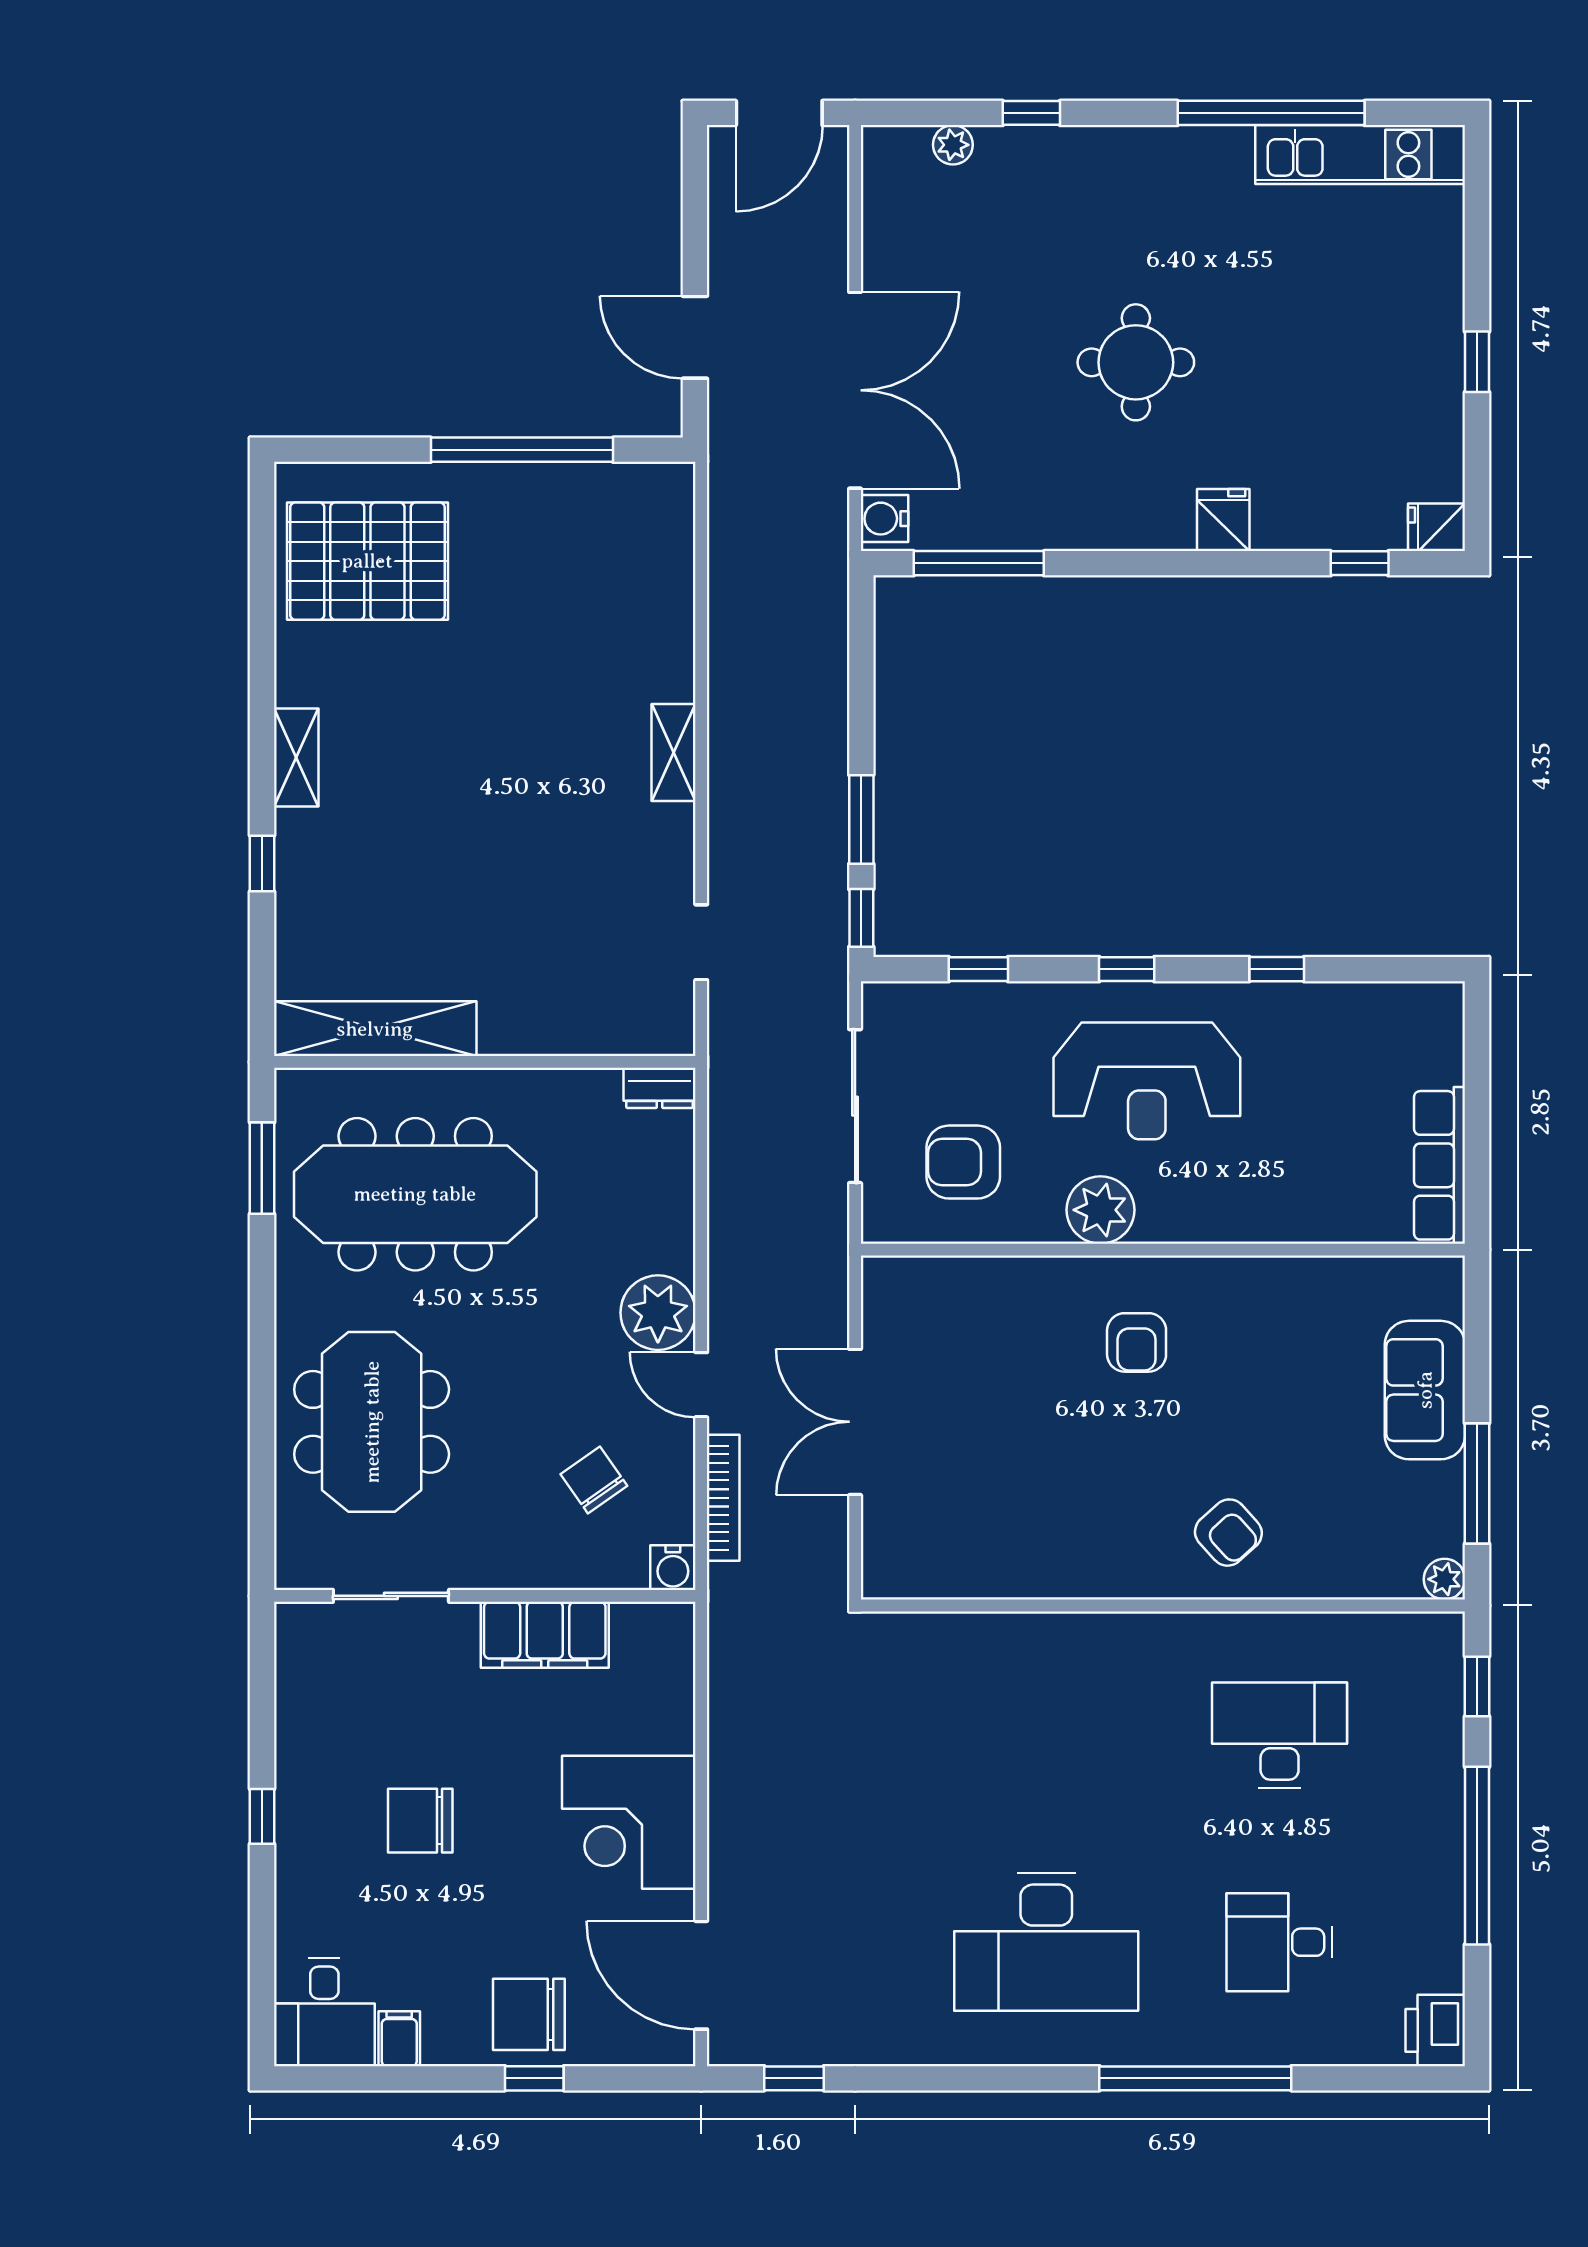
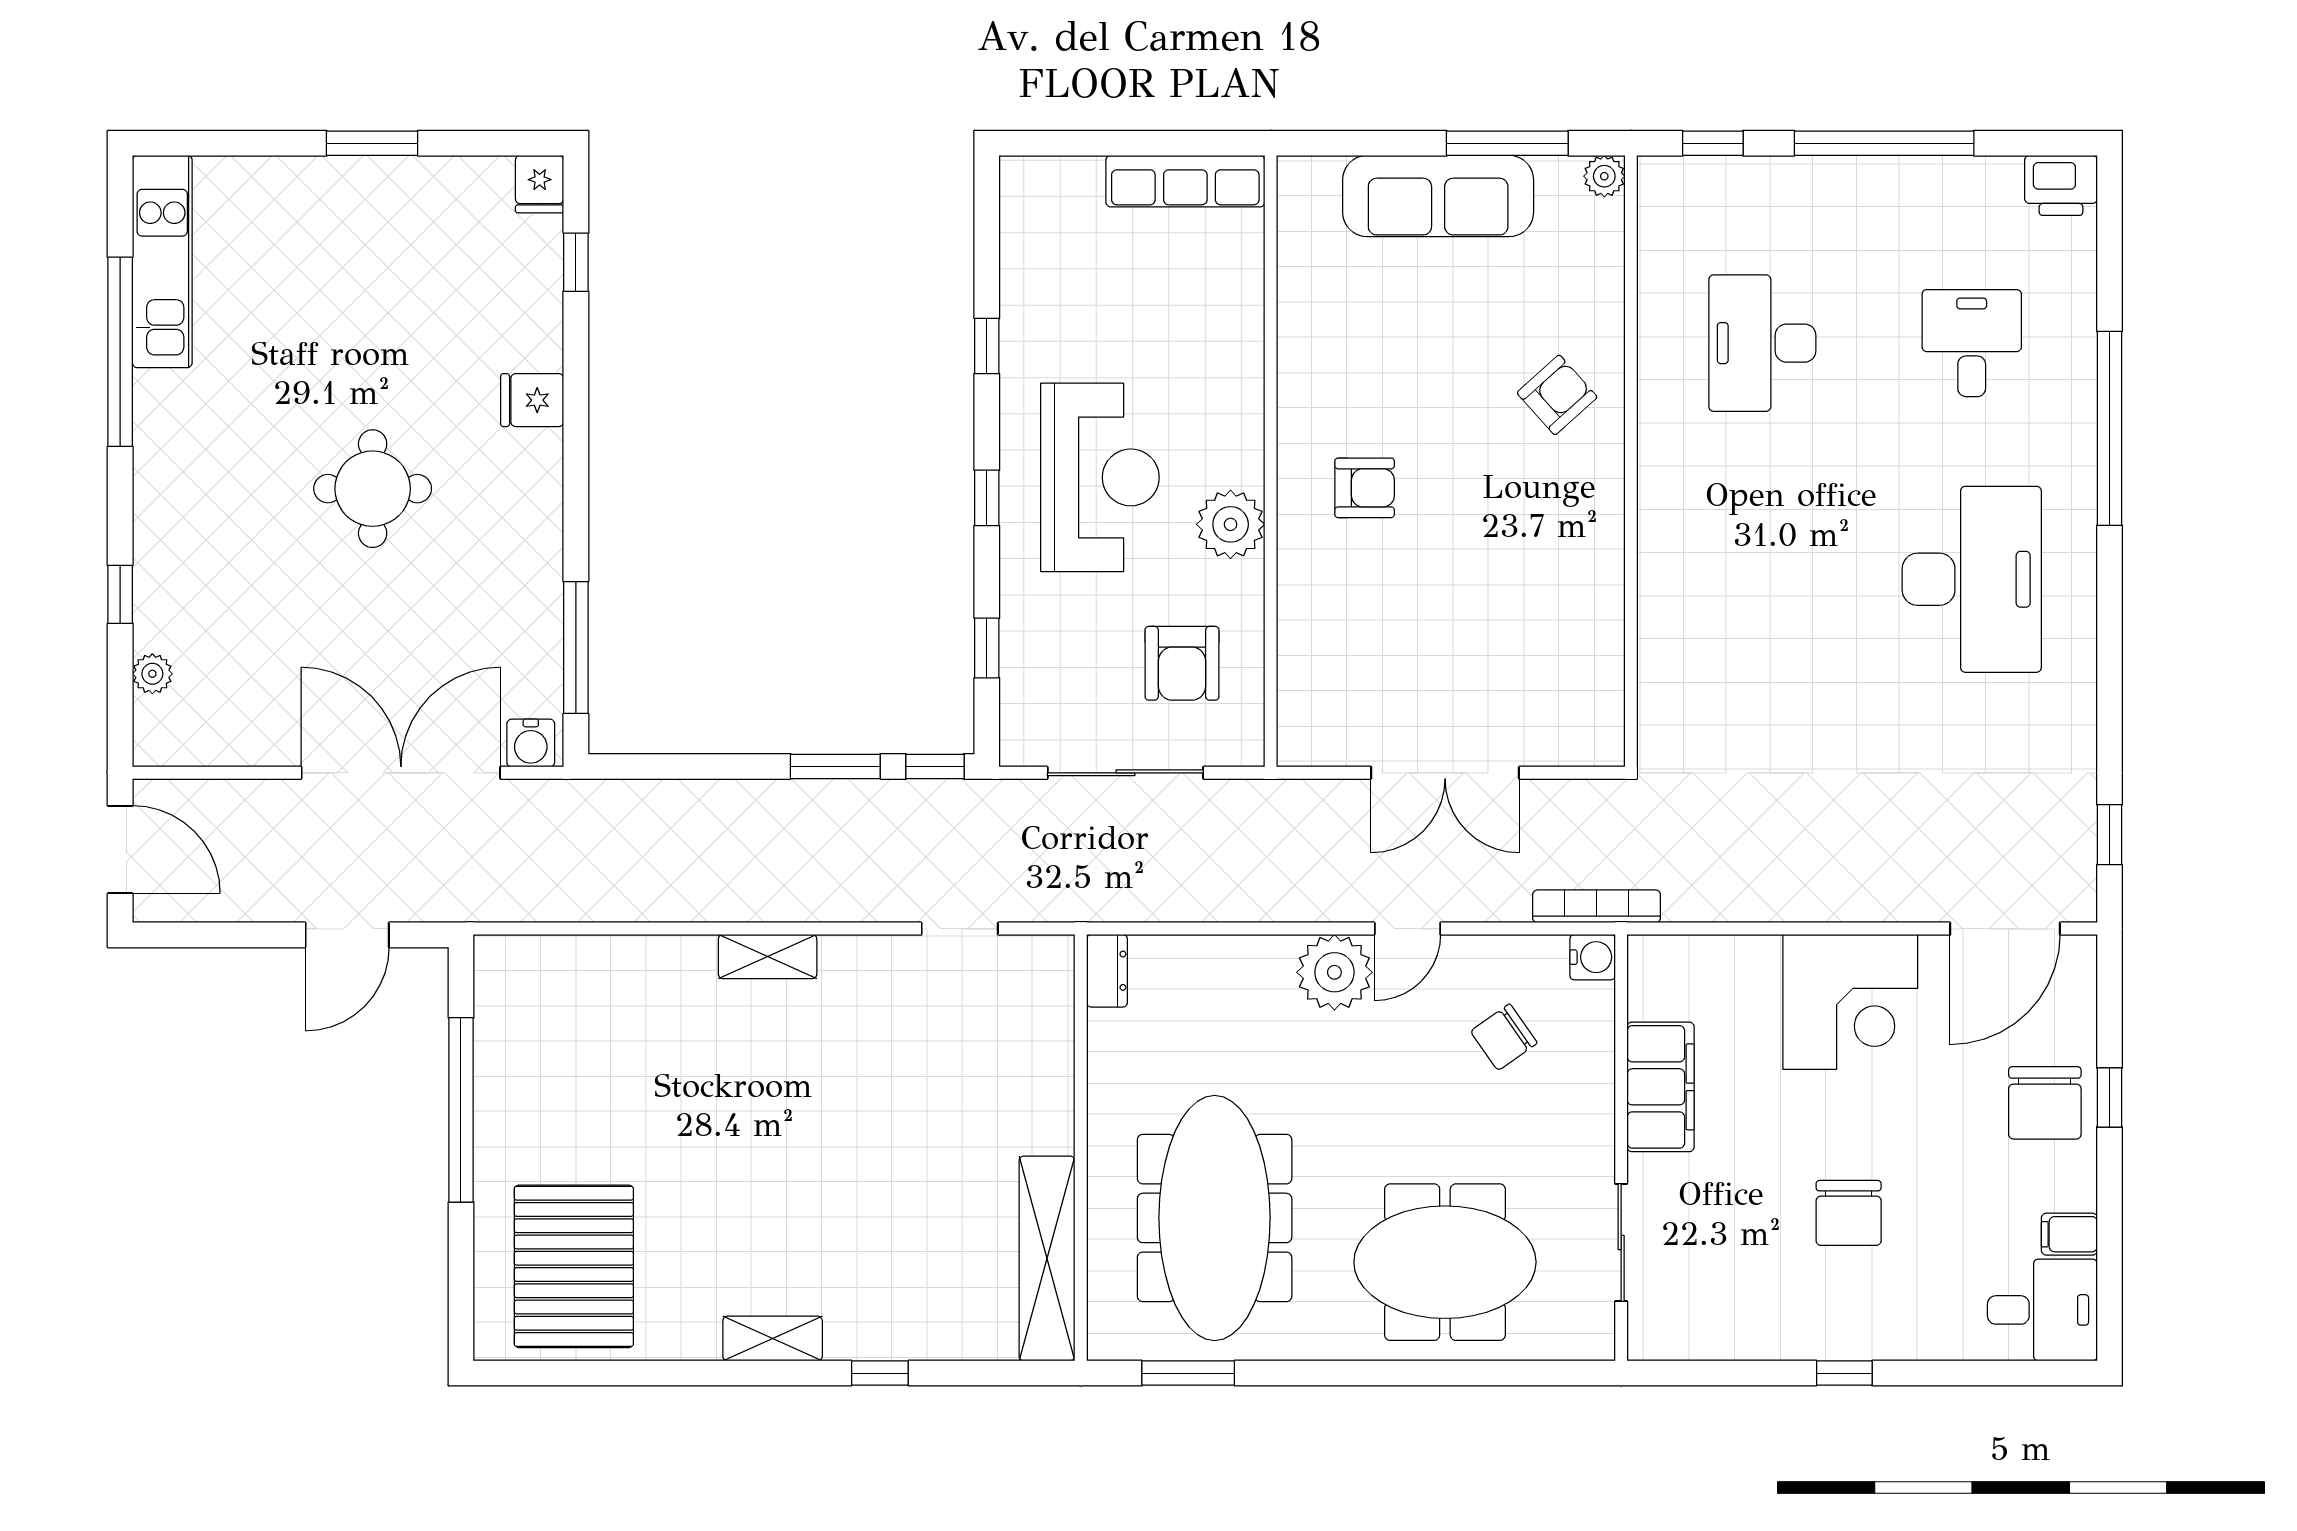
window: (1477, 362) -> (372, 143), width x1.50
sofa: (1425, 1390) -> (1438, 196), width x1.36
bookcase: (723, 1498) -> (1597, 906), moved
desk: (1280, 1942) -> (1972, 343), turned 180

